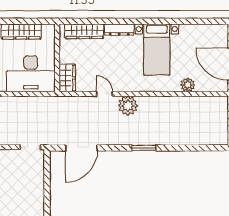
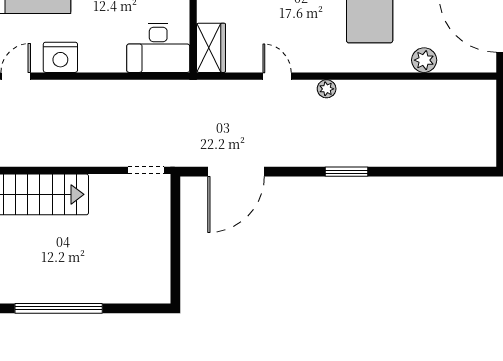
desk: (31, 74) -> (158, 48), width x0.73, depth x0.77
plant: (128, 106) -> (327, 89), width x0.53, depth x0.53

